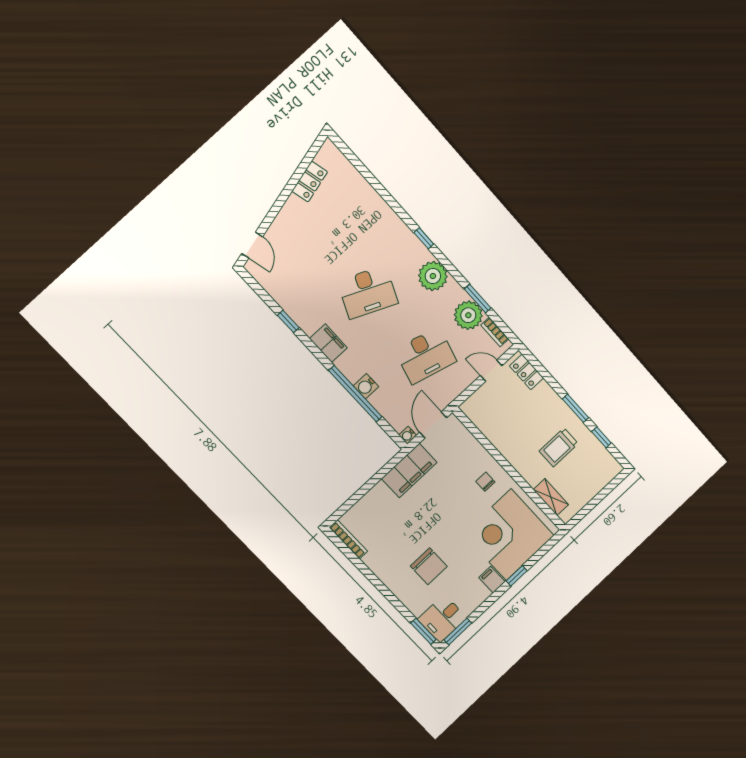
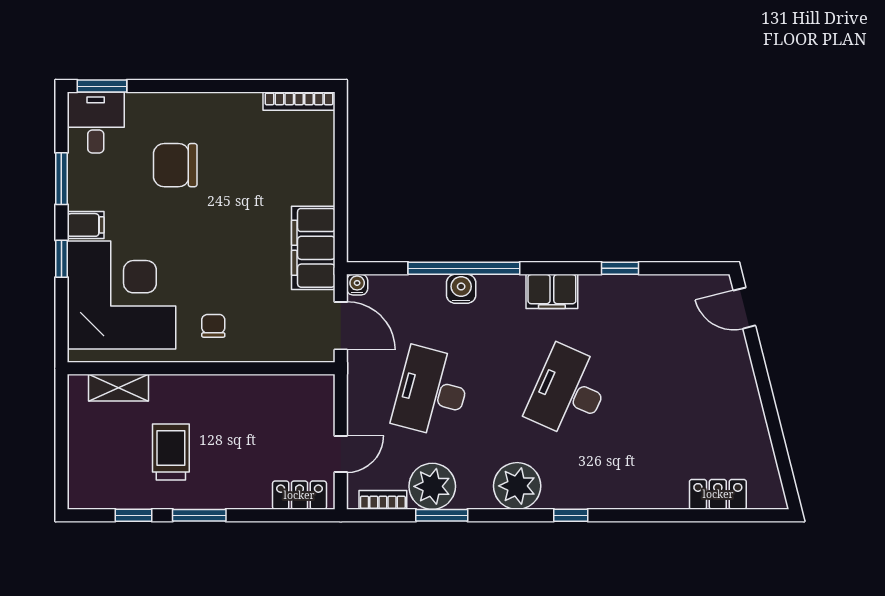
locker: (310, 182) -> (718, 494), moved, turned 104
chair: (485, 482) -> (213, 326), turned -90
window: (458, 631) -> (61, 179), moved

